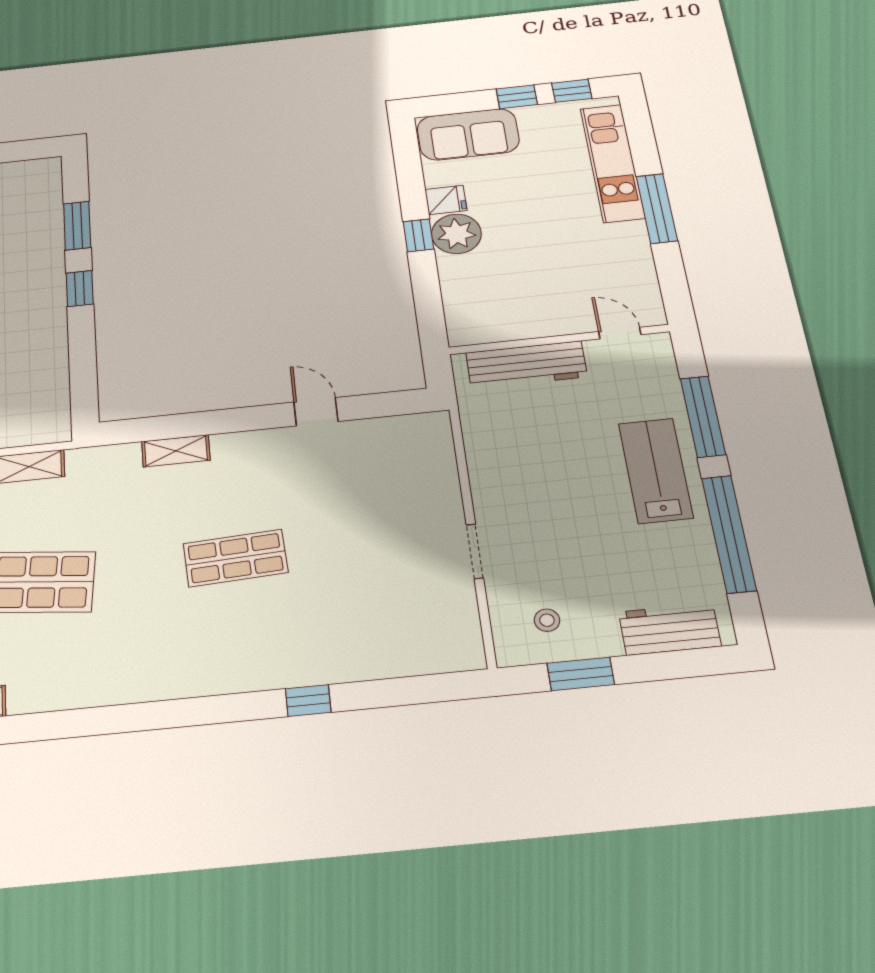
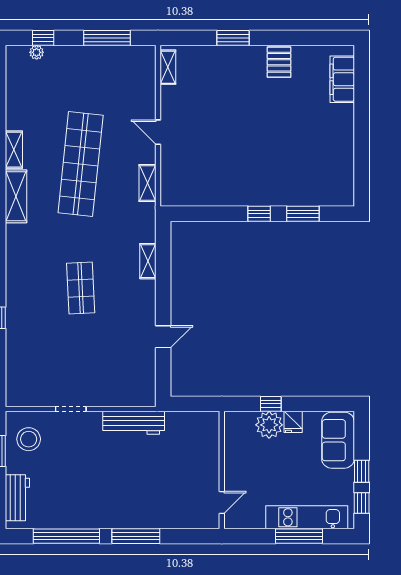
window: (657, 208) -> (299, 536), moved
door: (620, 333) -> (222, 502), moved
wall: (559, 340) -> (222, 470), moved
workbench: (526, 365) -> (134, 423), moved, turned -90
lab bench: (656, 471) -> (107, 506), removed
stool: (547, 620) -> (29, 439), width x1.89, depth x1.89
shelving: (61, 691) -> (16, 196), added

